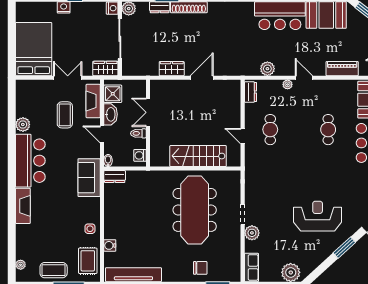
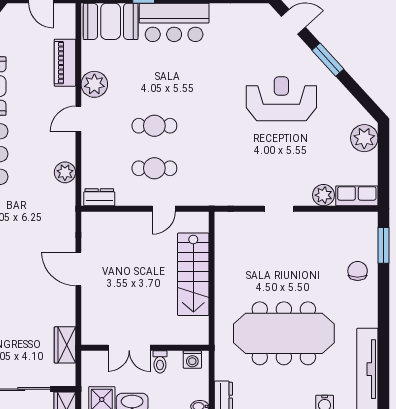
wardrobe: (172, 69) -> (65, 345), moved
plant: (288, 84) -> (94, 84), moved, width x1.87, depth x1.87
cafe table: (328, 130) -> (154, 126), moved
meeting table: (195, 210) -> (284, 333), moved
reception desk: (318, 216) -> (281, 99), turned 90
plant: (252, 233) -> (323, 195), moved

